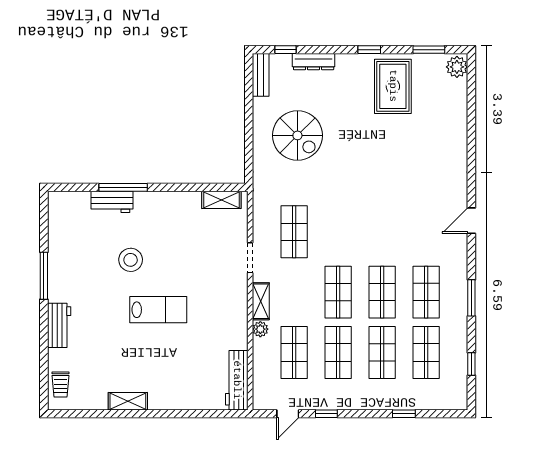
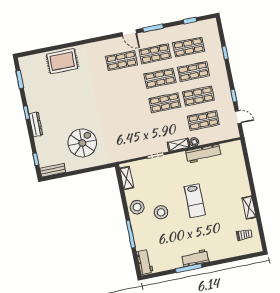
dresser: (314, 62) -> (36, 124), moved
plant: (457, 67) -> (26, 62), removed
rug: (393, 86) -> (62, 61), moved
workbench: (112, 202) -> (145, 262), moved
stool: (167, 208) -> (137, 207), added
door: (471, 221) -> (129, 33), moved
shop shelf: (294, 232) -> (121, 61), moved
stool: (131, 260) -> (161, 212), moved
lab bench: (158, 310) -> (195, 201), turned 180
workbench: (59, 325) -> (195, 258), moved
workbench: (237, 380) -> (203, 154), moved
trolley: (61, 384) -> (244, 235), moved

